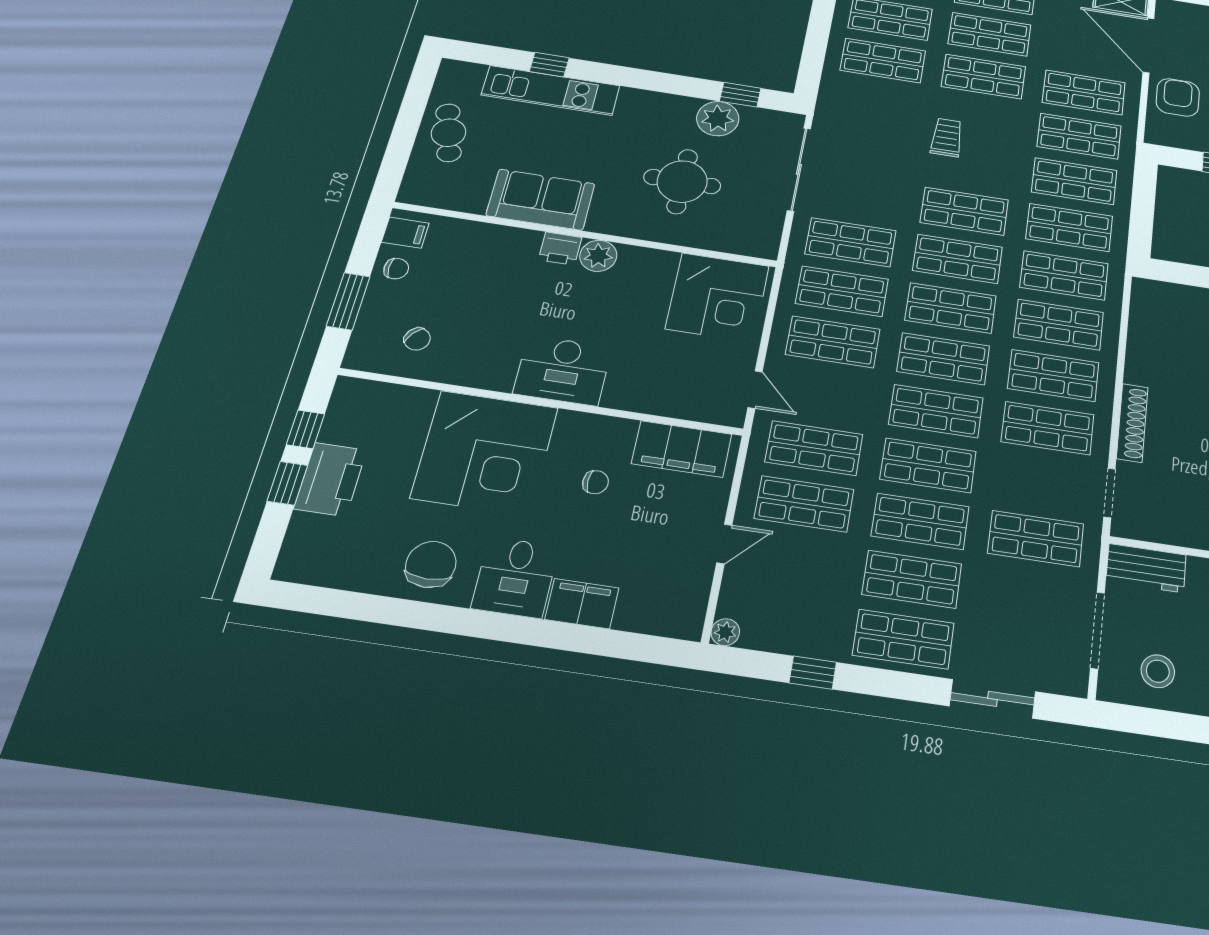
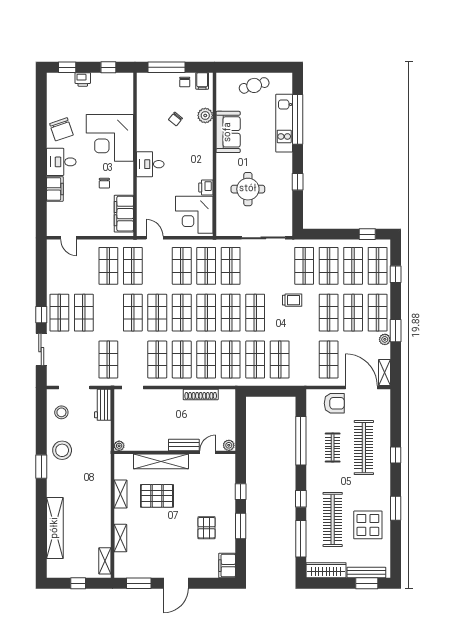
door: (1148, 45) -> (361, 387), hinge flipped
window: (549, 65) -> (298, 119), width x3.17
window: (740, 95) -> (298, 182), moved
plant: (718, 119) -> (283, 198), removed
shop shelf: (1079, 136) -> (304, 266), moved
printer: (560, 249) -> (206, 187), moved
plant: (598, 256) -> (205, 115), moved
window: (348, 301) -> (167, 67), width x1.44
chair: (417, 339) -> (175, 119), moved
desk: (563, 370) -> (150, 164), width x0.73
door: (755, 390) -> (155, 238), swing flipped
shoe rack: (1132, 423) -> (201, 394), moved
printer: (330, 479) -> (83, 79), width x0.53, depth x0.68
window: (287, 483) -> (67, 67), moved
shop shelf: (920, 521) -> (108, 313), removed
door: (724, 544) -> (69, 238), moved
chair: (431, 564) -> (61, 129), turned 71
plant: (725, 632) -> (52, 245), removed
window: (813, 673) -> (41, 315), moved

